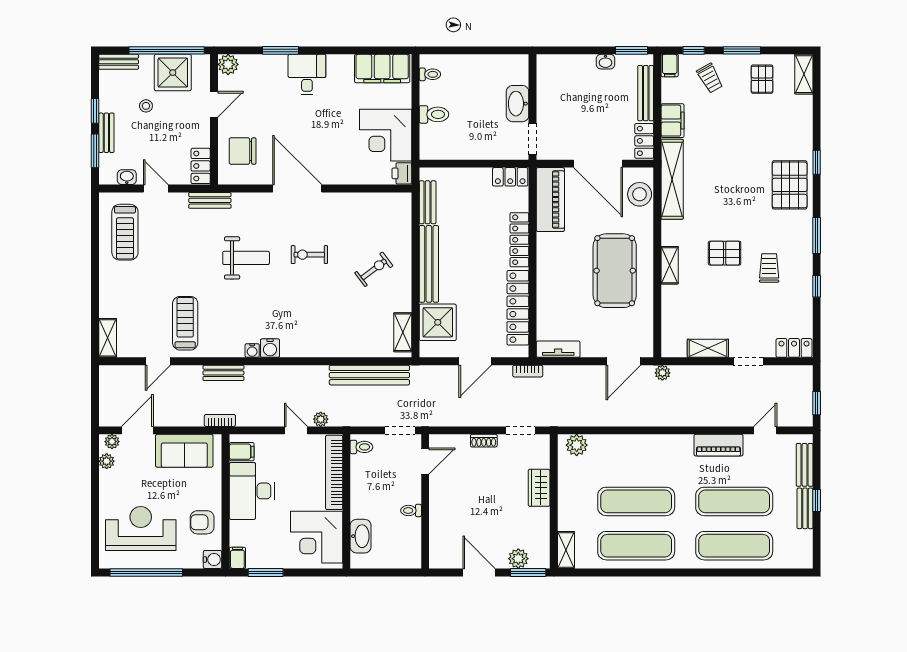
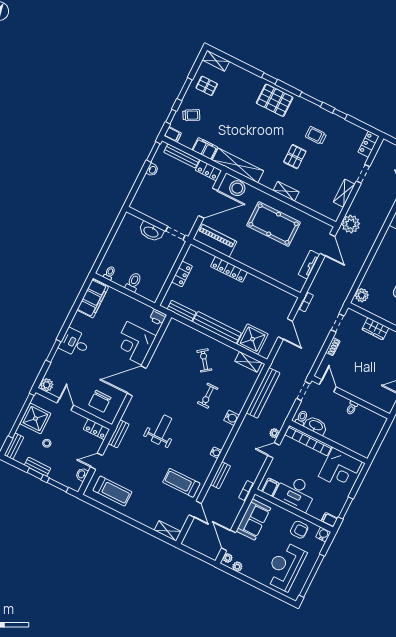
bench: (106, 133) -> (38, 467), moved
corner desk: (386, 135) -> (134, 343), moved, turned 90
locker: (510, 177) -> (182, 274), moved
exercise bike: (309, 255) -> (208, 396), moved
locker: (518, 308) -> (267, 289), removed
water cooler: (270, 348) -> (232, 418), moved
tv unit: (558, 349) -> (309, 265), moved
plant: (662, 373) -> (351, 224), width x1.87, depth x1.87
armchair: (202, 522) -> (299, 530), turned -90
washbasin: (361, 536) -> (316, 426), moved

